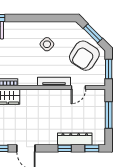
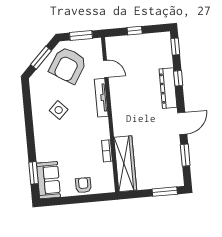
armchair: (84, 56) -> (68, 65), turned 89
window: (109, 115) -> (135, 31), width x0.46
dresser: (75, 139) -> (168, 88), moved

